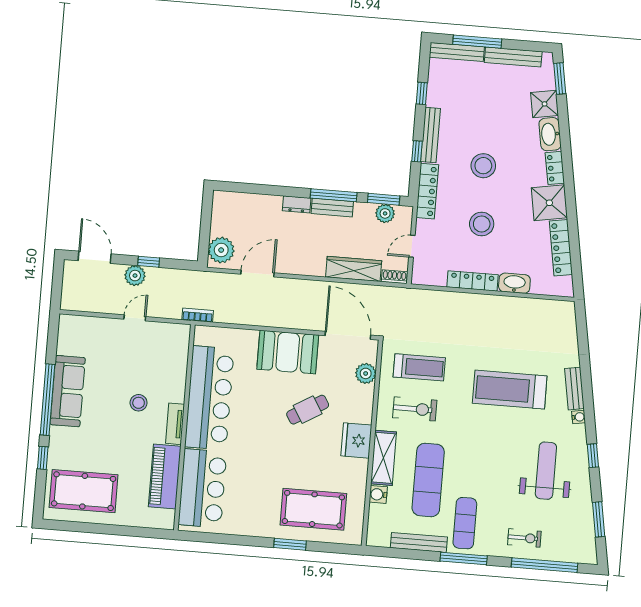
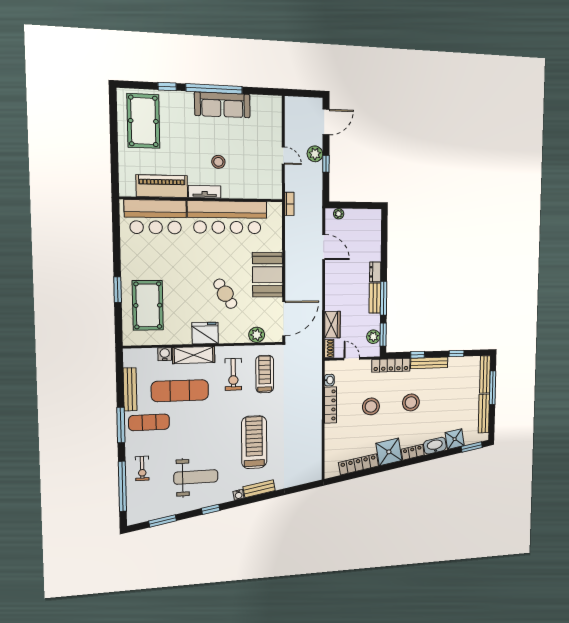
plant: (221, 250) -> (339, 214), width x0.53, depth x0.53
wardrobe: (354, 269) -> (332, 325), width x0.67
washbasin: (514, 283) -> (329, 380), moved, width x0.52, depth x0.69
treadmill: (419, 367) -> (265, 374), turned 180

